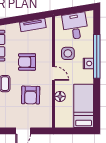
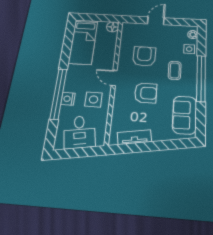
nightstand: (88, 63) -> (68, 99), moved
floor lamp: (60, 96) -> (113, 27), moved

